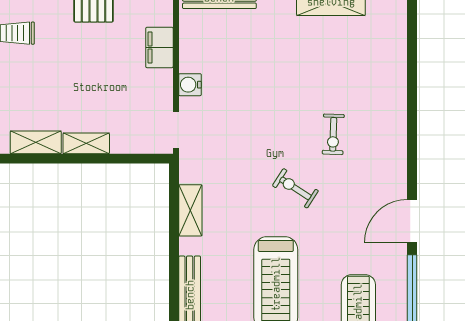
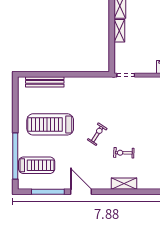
water cooler: (190, 85) -> (148, 82), removed
shelving: (190, 210) -> (124, 184), moved

